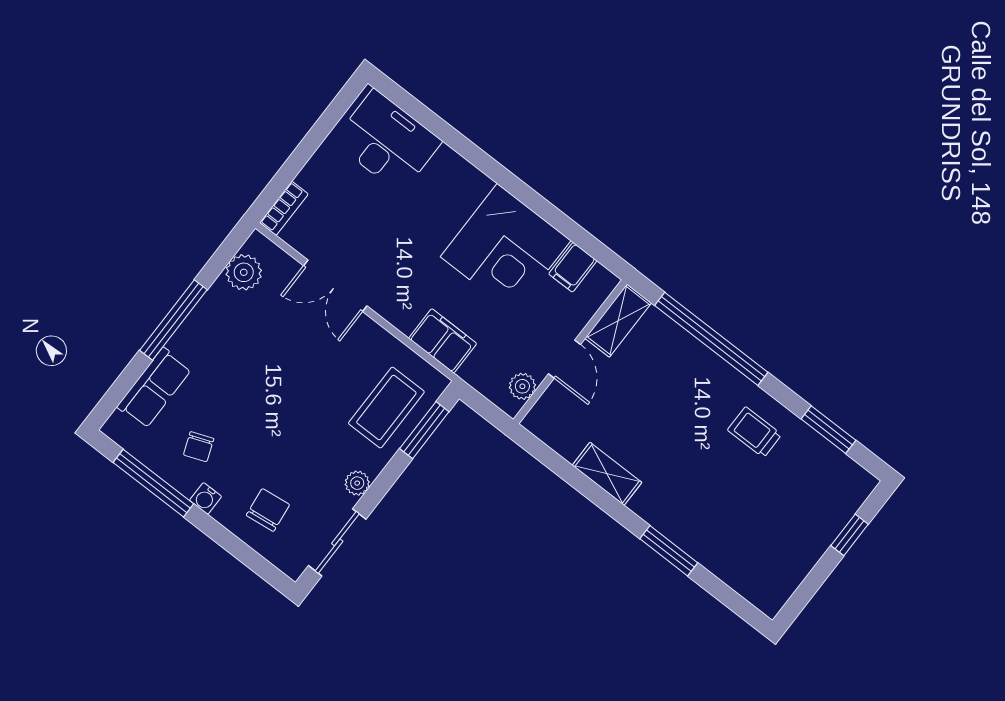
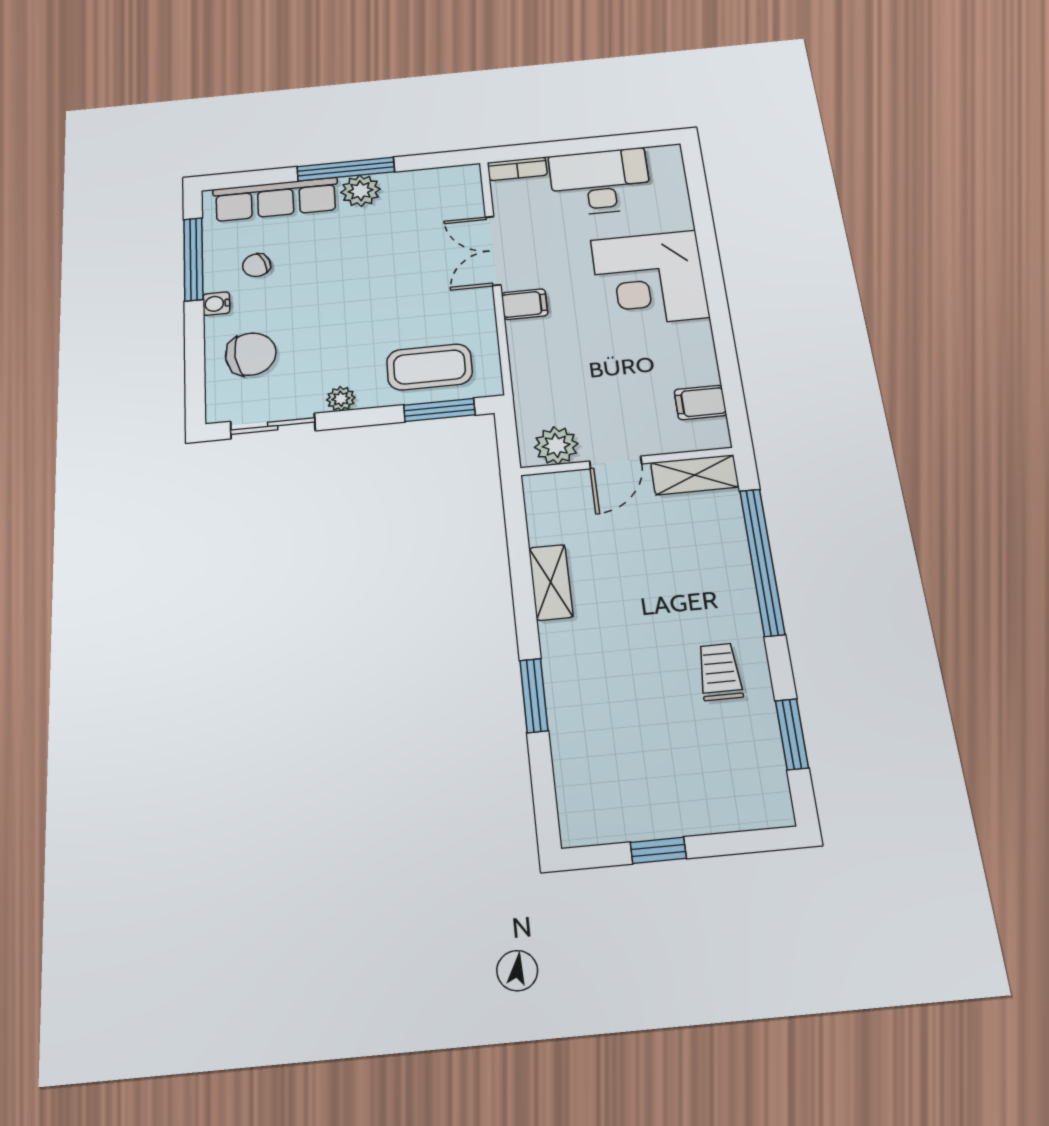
desk: (387, 141) -> (600, 182), moved, turned -90
corner desk: (506, 249) -> (650, 278), moved
plant: (244, 272) -> (360, 191), moved
filing cabinet: (443, 341) -> (525, 304), moved, width x0.50
plant: (522, 386) -> (556, 446), width x1.38, depth x1.38
row of seats: (154, 388) -> (276, 199), width x1.48
chair: (268, 510) -> (251, 354), width x1.37, depth x1.37
window: (850, 535) -> (658, 850), moved

